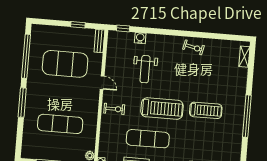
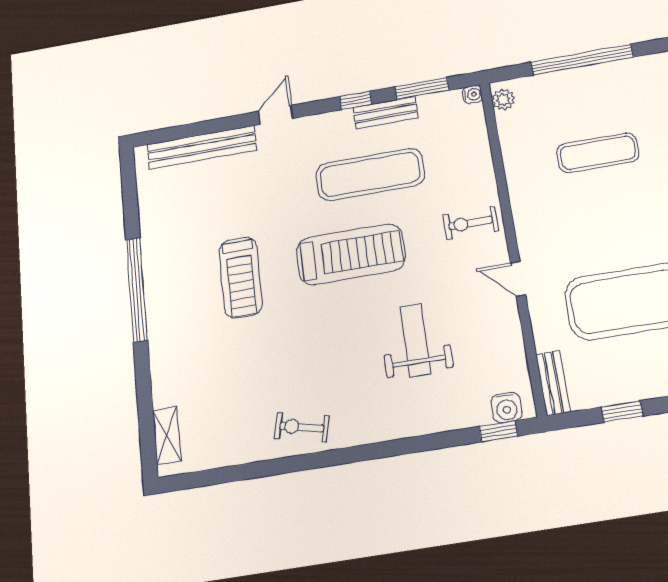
water cooler: (140, 38) -> (507, 407), moved
treadmill: (162, 109) -> (351, 254), turned 180
treadmill: (206, 110) -> (241, 277), turned -90
exercise mat: (60, 124) -> (598, 153), width x0.73, depth x0.69

